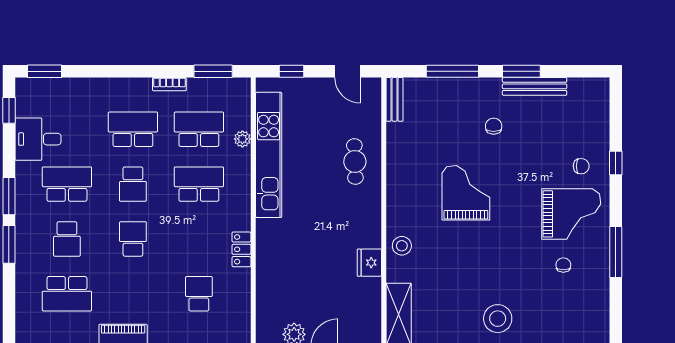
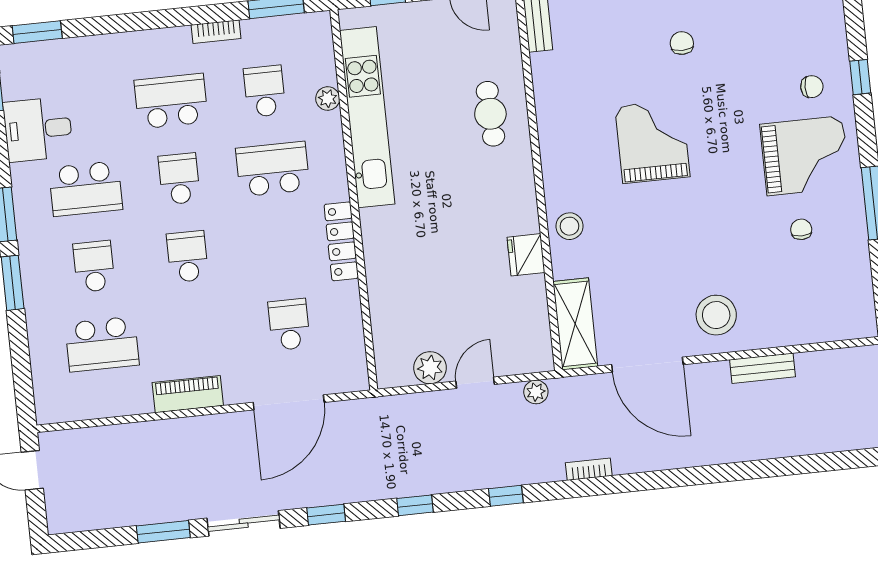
school desk: (199, 129) -> (265, 91), width x0.54
school desk: (67, 184) -> (86, 189), turned 180
school desk: (133, 184) -> (179, 179), turned 180
school desk: (67, 239) -> (94, 266), turned 180
locker: (241, 249) -> (341, 241), width x1.53

